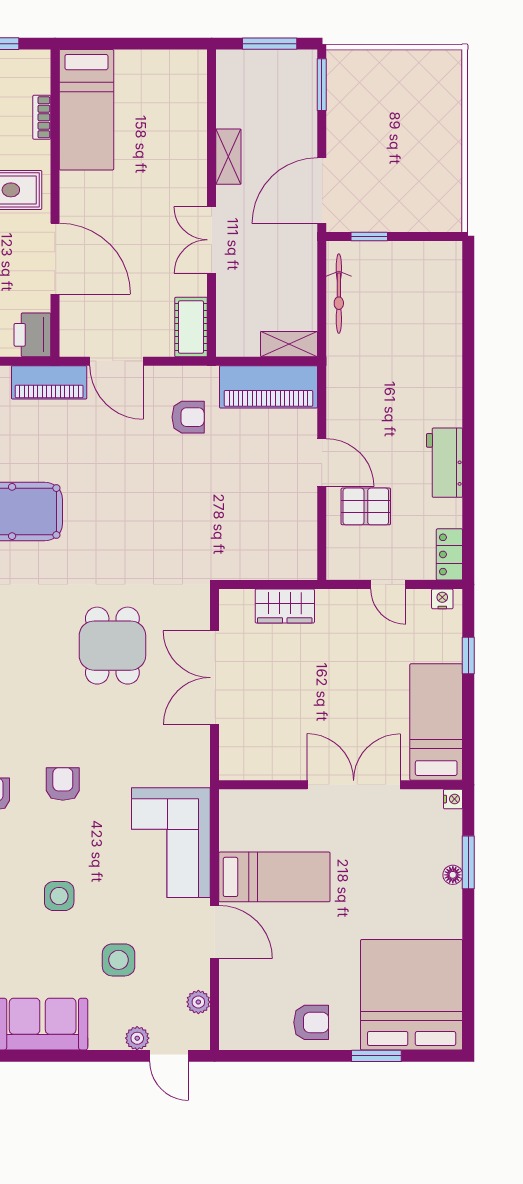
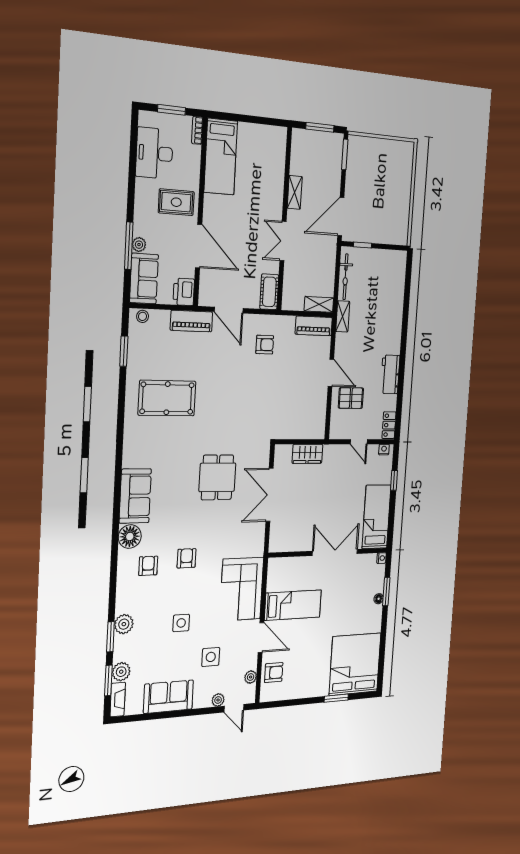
bookcase: (42, 117) -> (197, 130), moved
shelving: (338, 363) -> (343, 316), added
piano: (268, 387) -> (314, 326), width x0.73, depth x0.75
armchair: (311, 1022) -> (274, 673), moved

